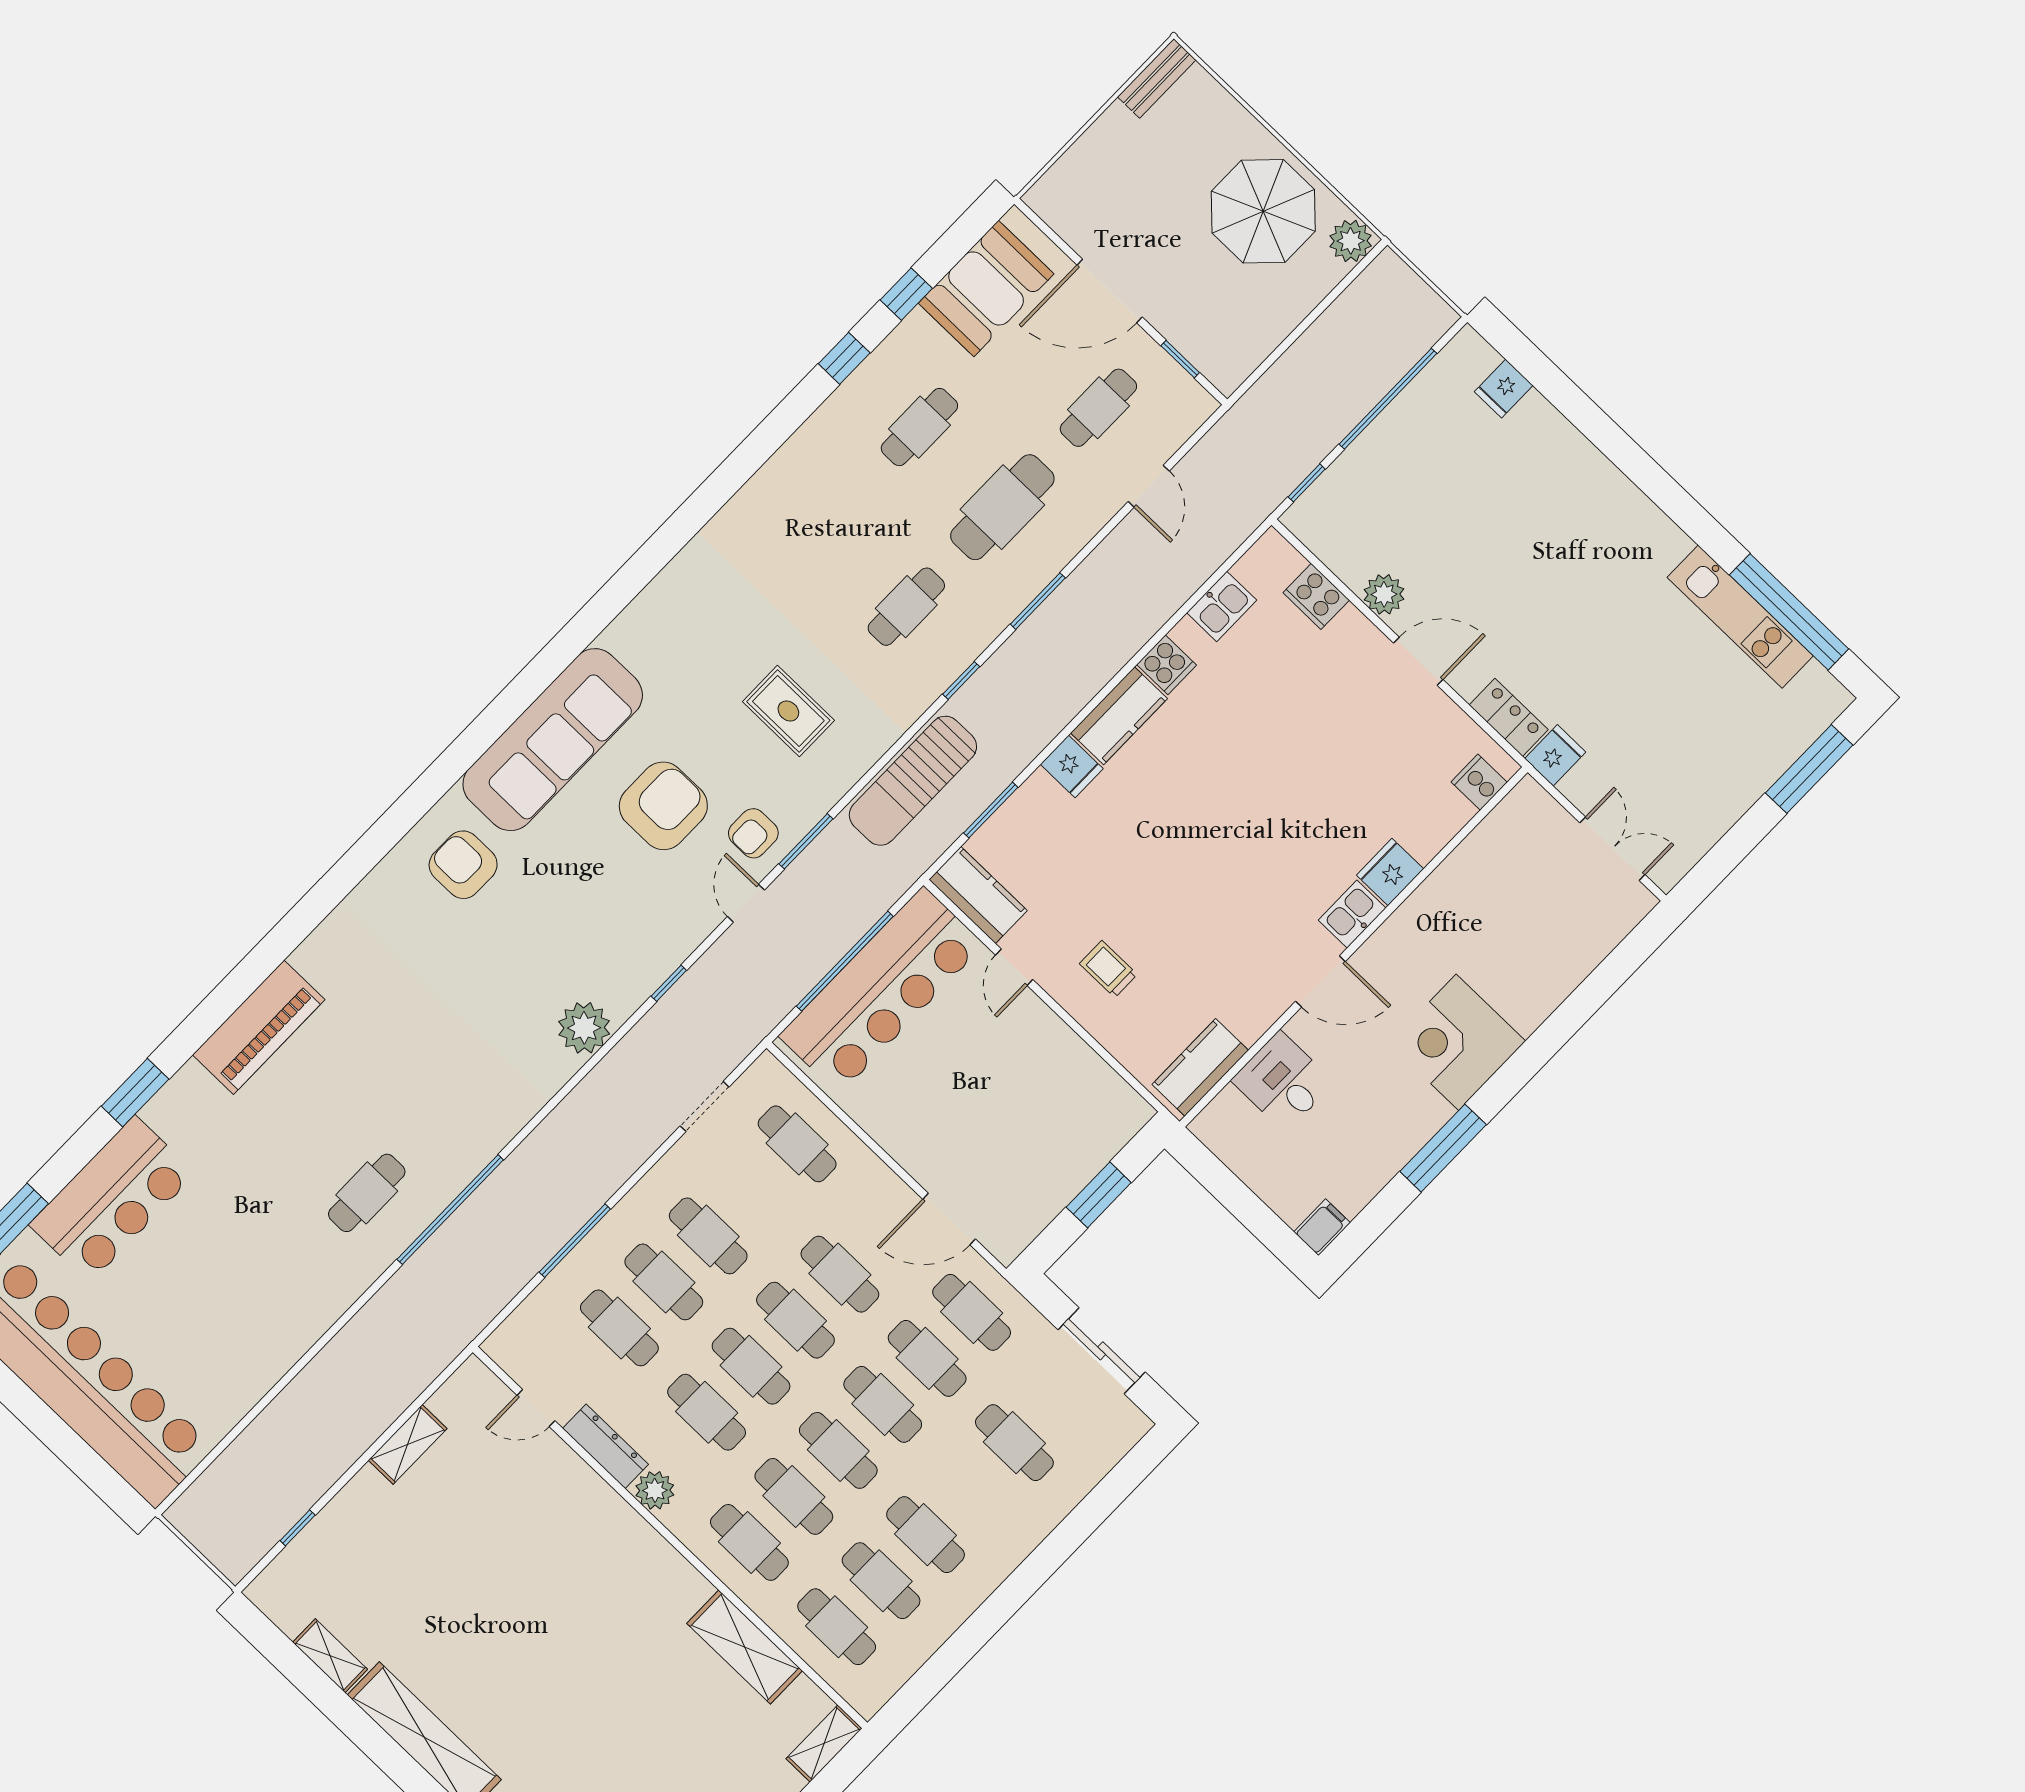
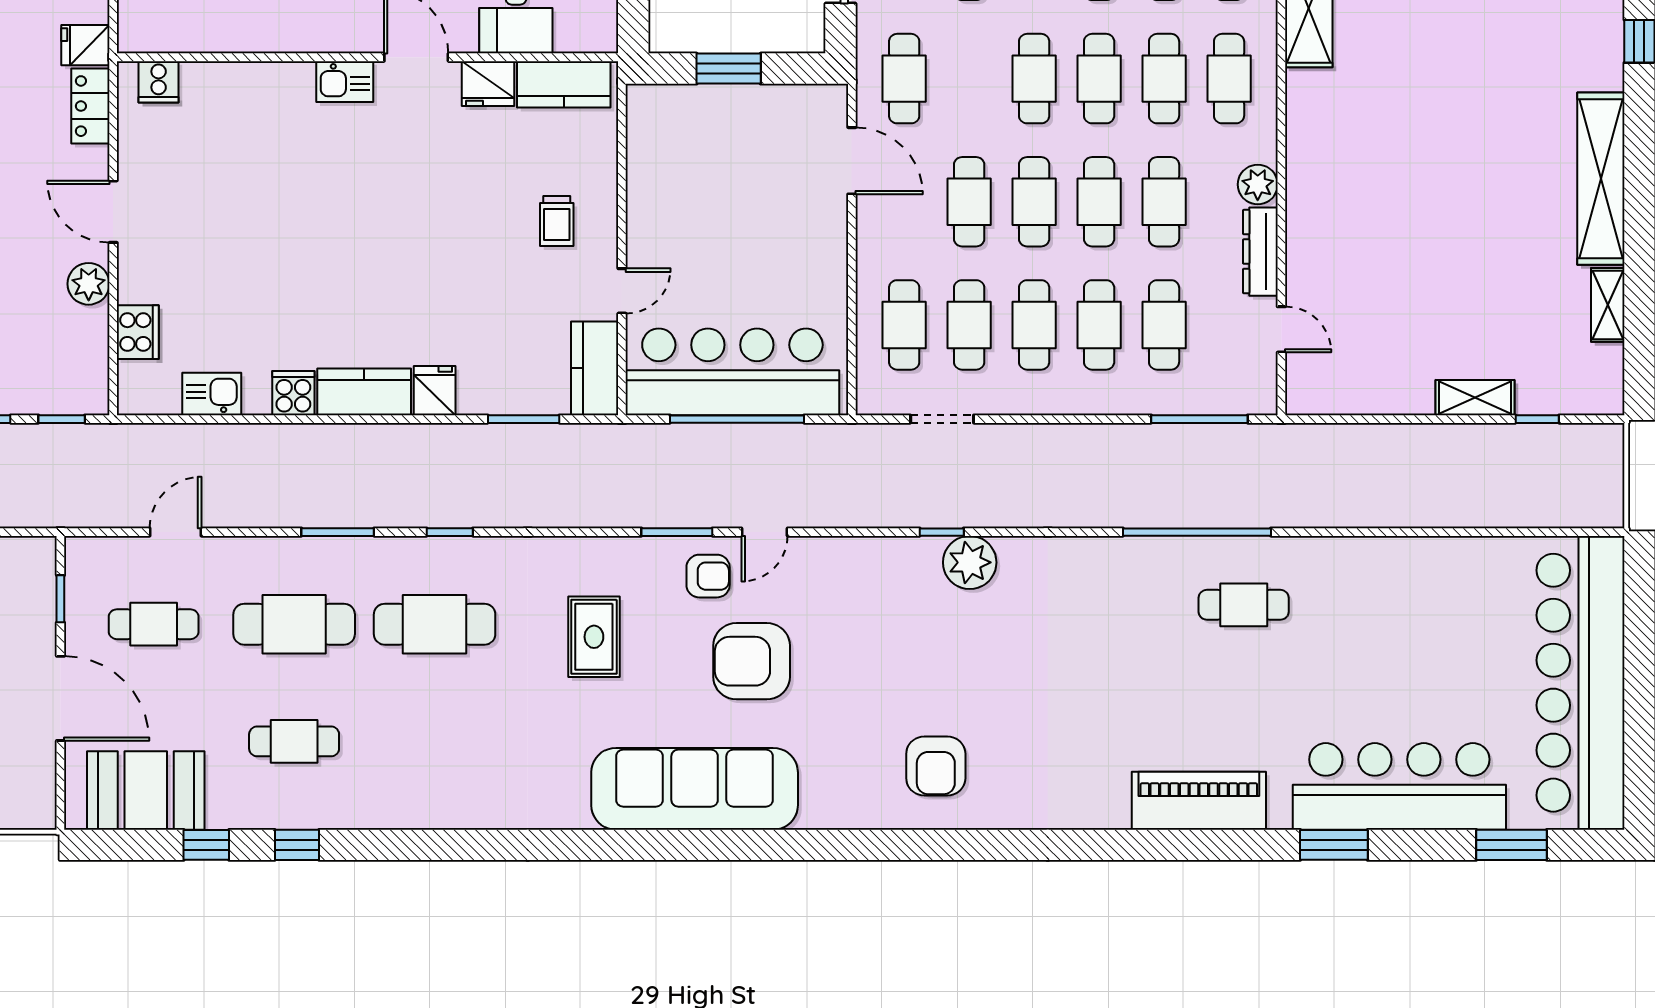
cafe table: (906, 607) -> (435, 624), width x1.37, depth x1.35
sofa: (553, 740) -> (695, 789), moved
sun lounger: (913, 781) -> (557, 497), removed
fridge: (1390, 872) -> (488, 84), moved
window: (669, 983) -> (942, 532), moved
bar counter: (112, 1199) -> (1399, 786), width x1.36
window: (575, 1241) -> (1199, 419), moved
cafe table: (927, 1358) -> (969, 325), moved
shelving: (408, 1444) -> (1475, 398), moved

